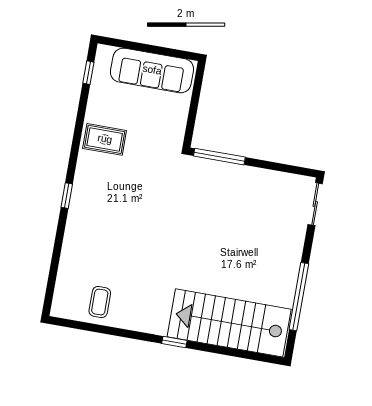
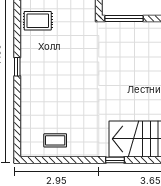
coffee table: (100, 302) -> (55, 140), turned 90

